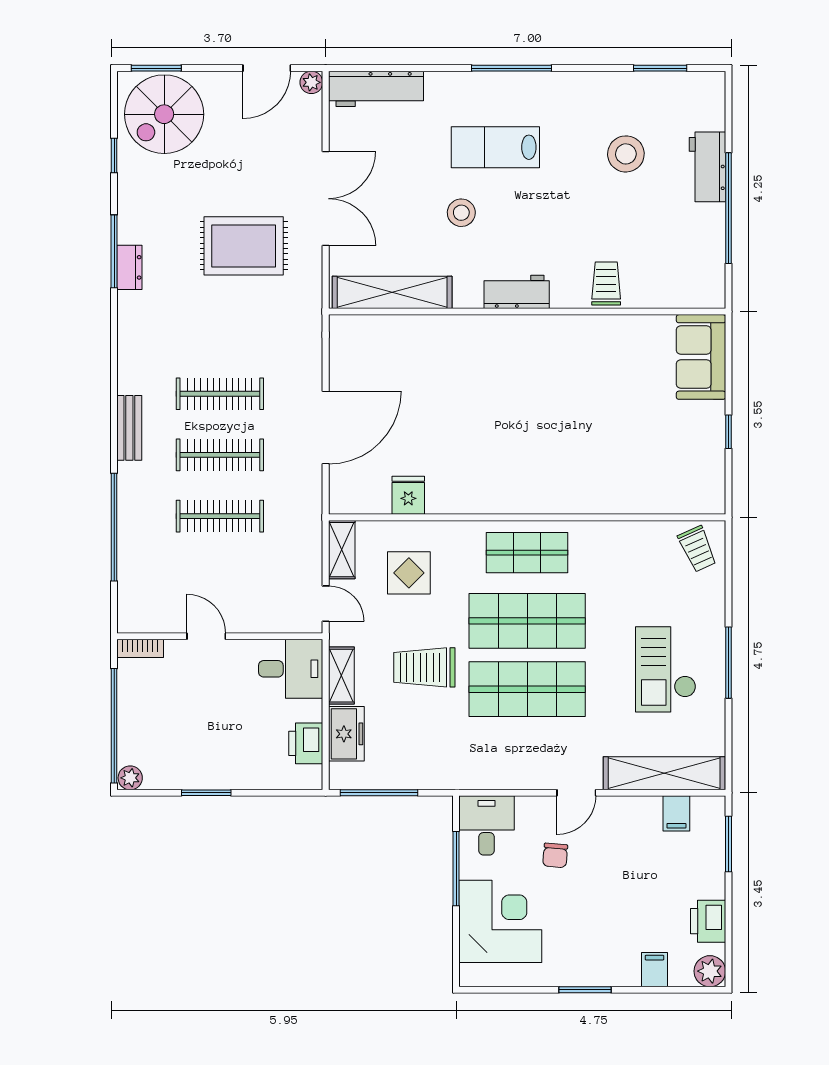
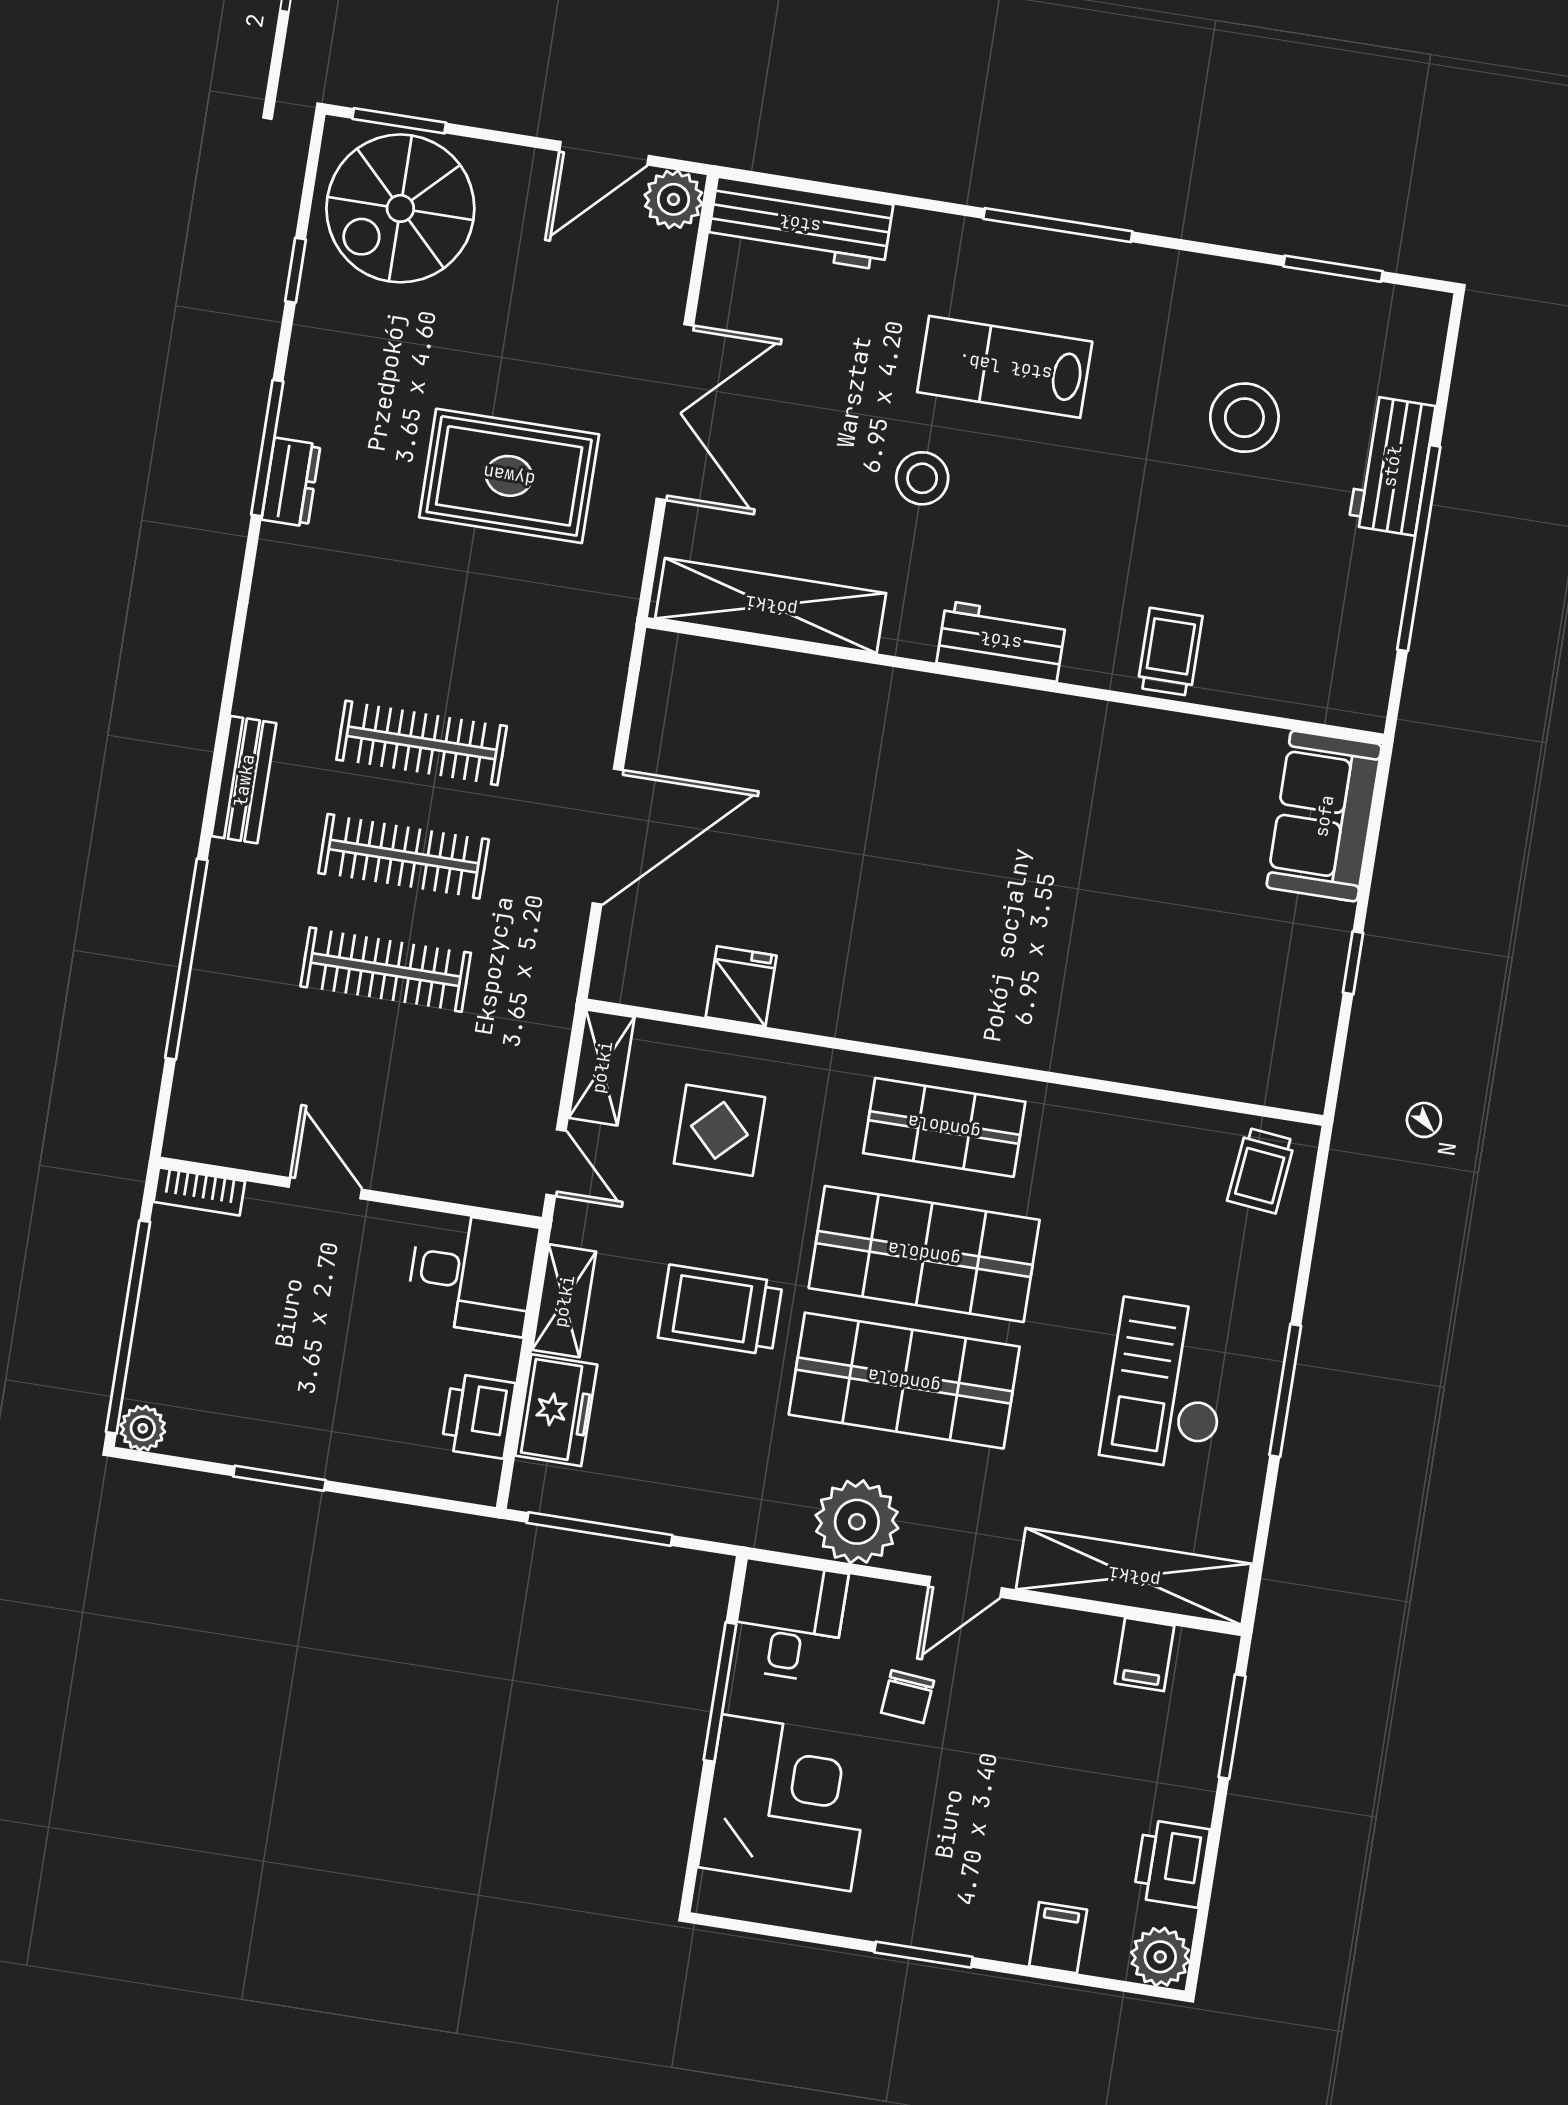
plant: (311, 82) -> (673, 199), width x1.38, depth x1.38
trolley: (697, 549) -> (1261, 1171), turned 30
plant: (514, 767) -> (857, 1522), added

